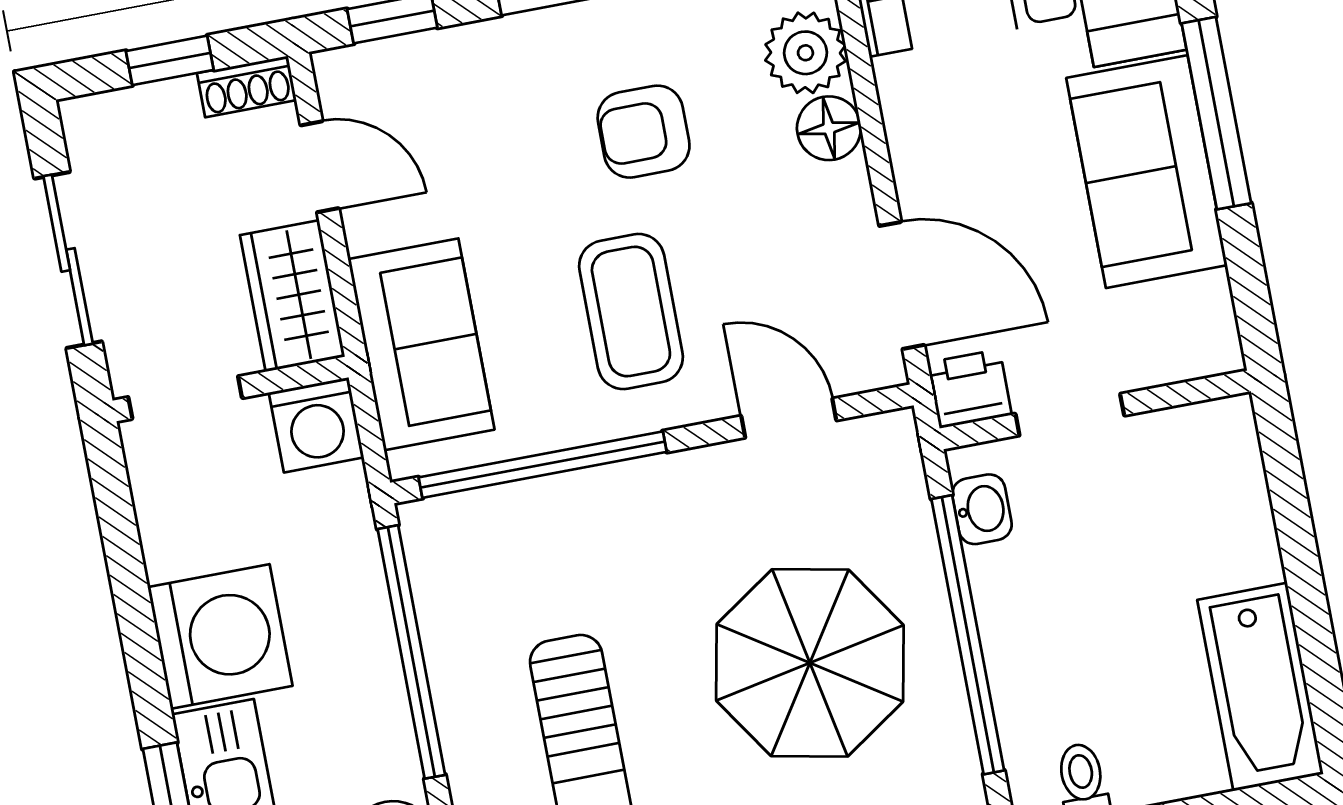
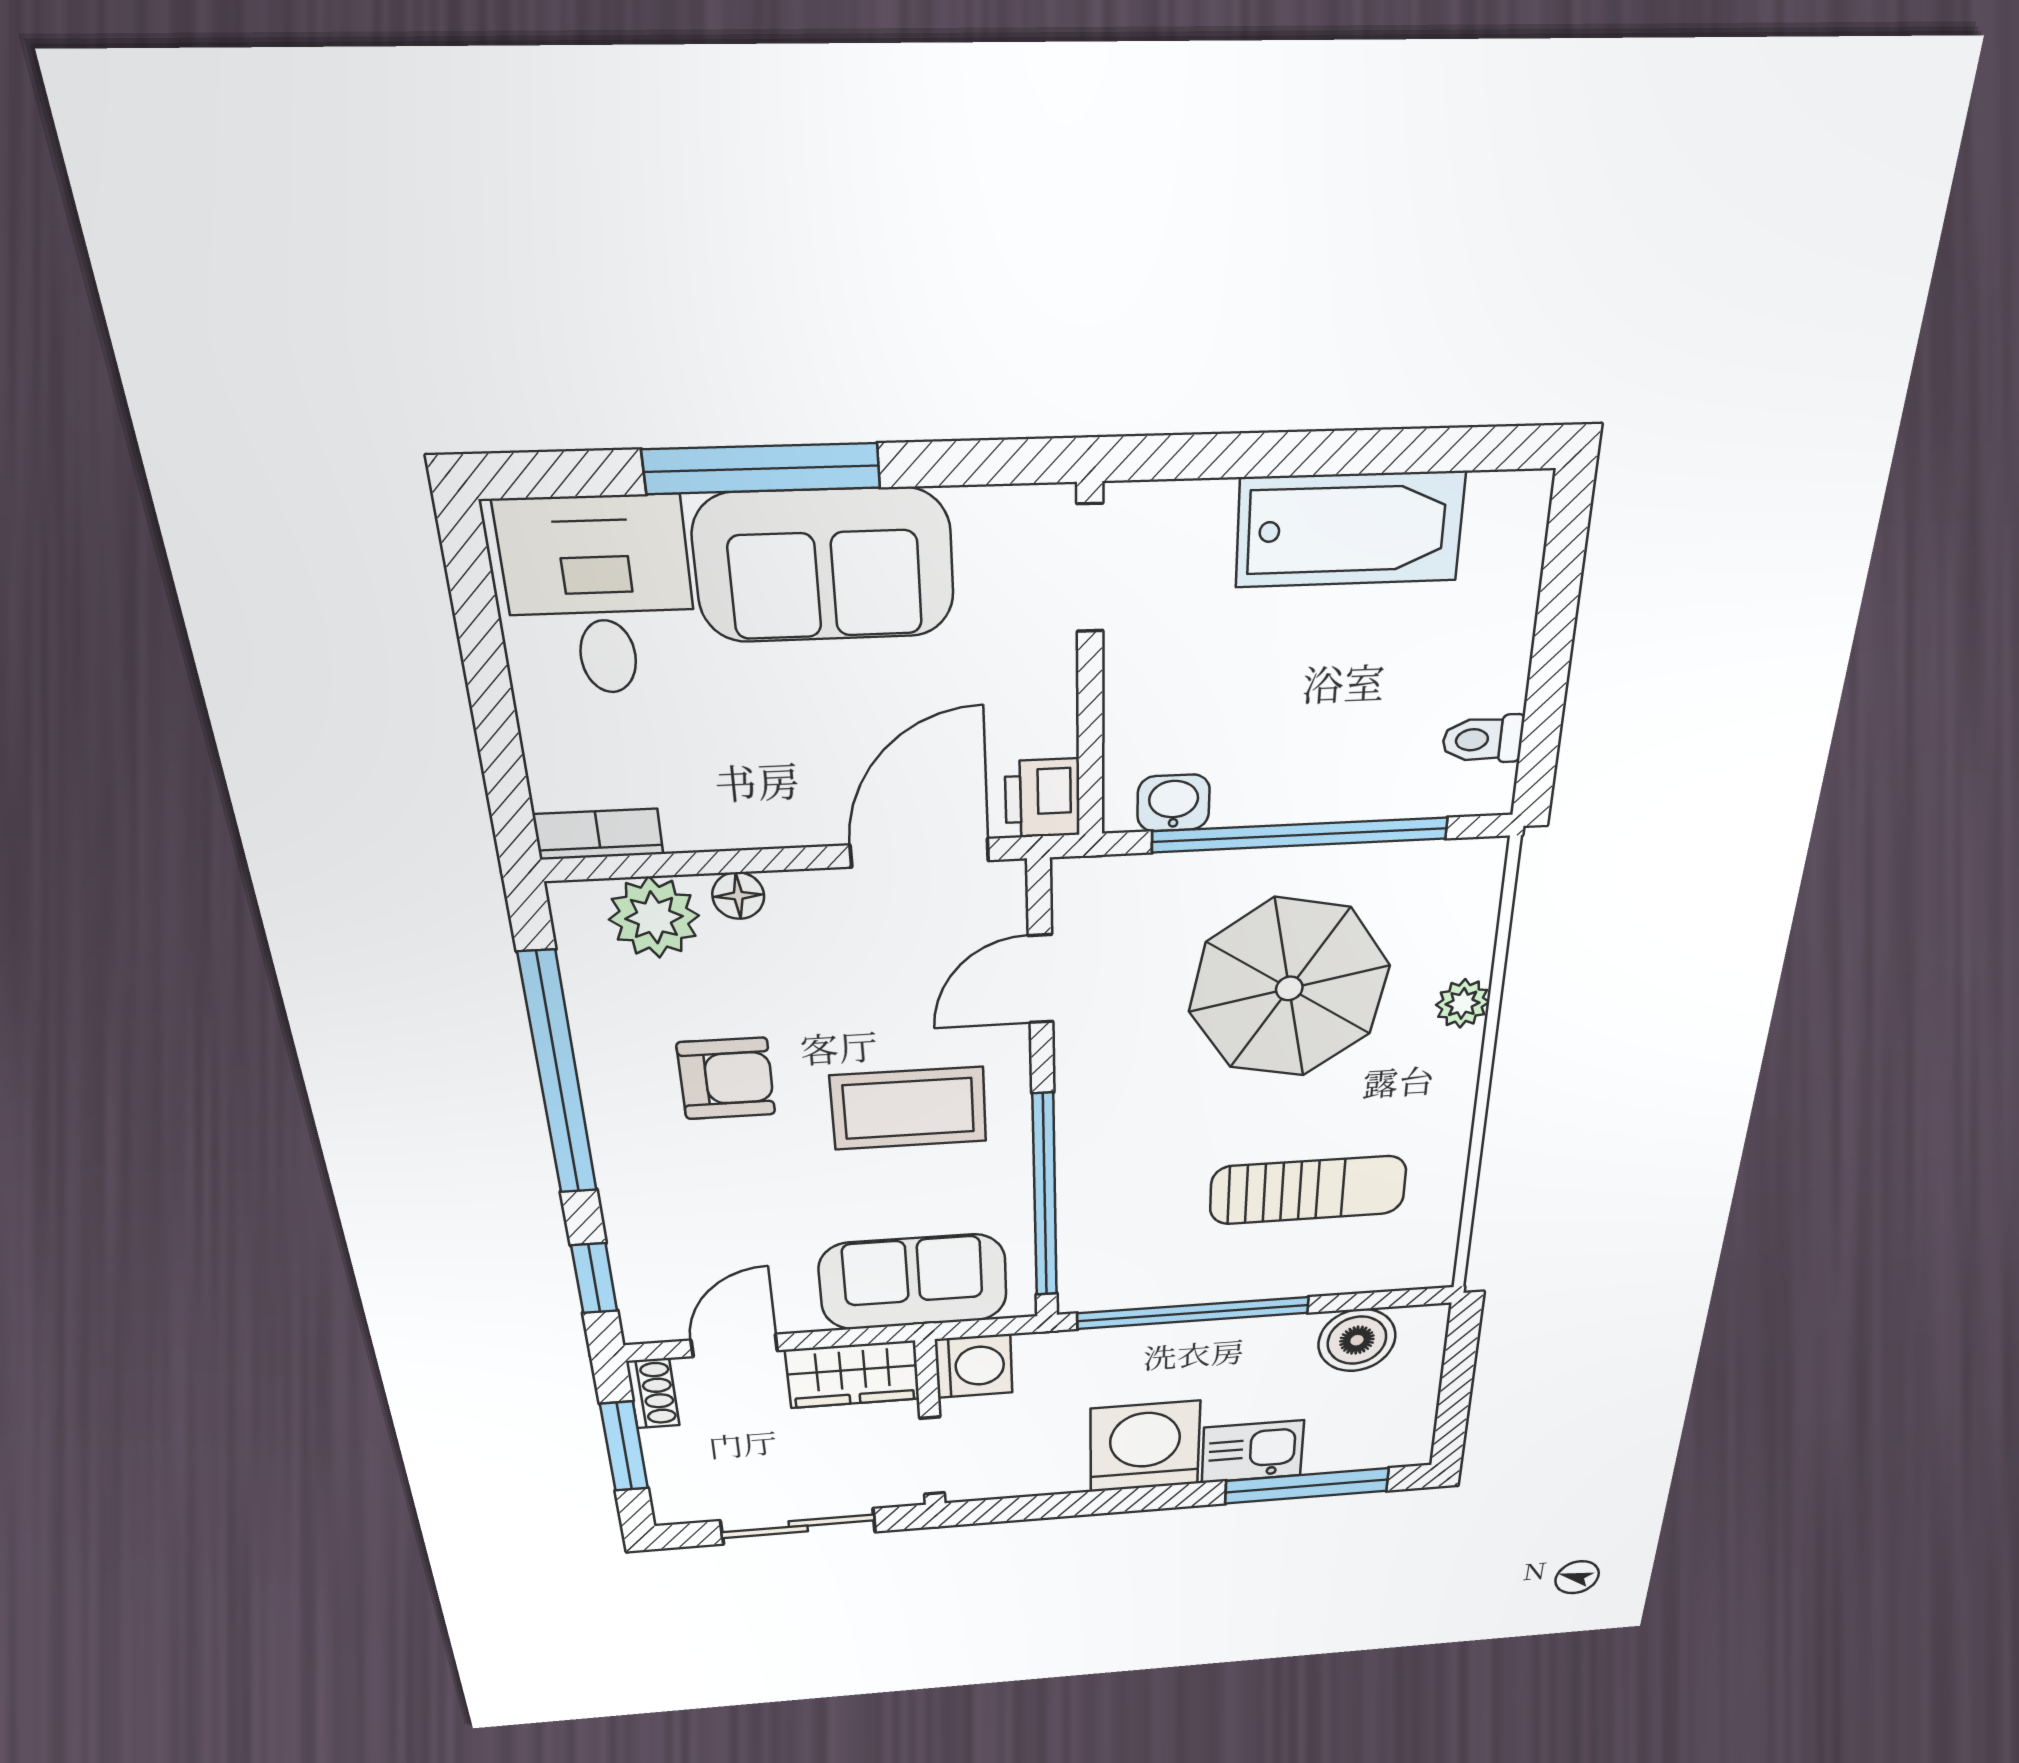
window: (170, 60) -> (624, 1446), width x1.50
floor lamp: (829, 128) -> (738, 896), width x0.73, depth x0.73
armchair: (644, 132) -> (726, 1079), turned -90
doorway: (1070, 415) -> (1090, 568), moved
bathtub: (1260, 687) -> (1350, 529), moved

